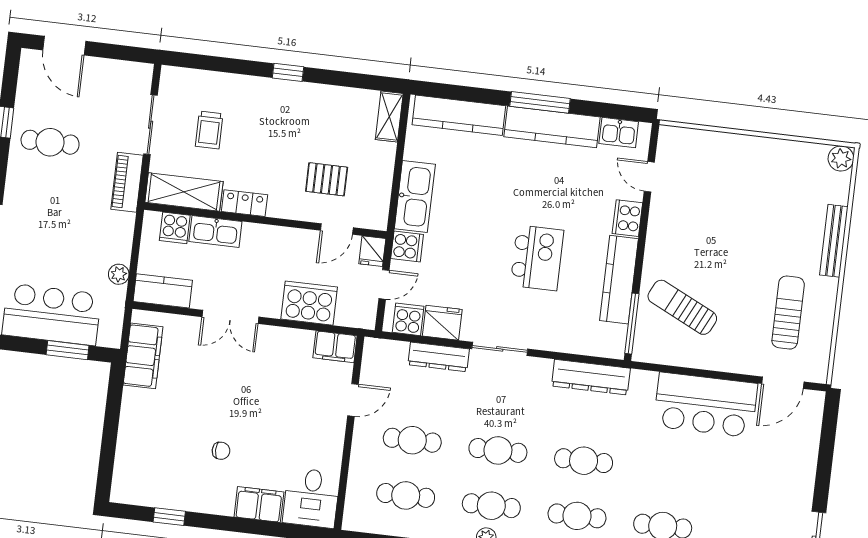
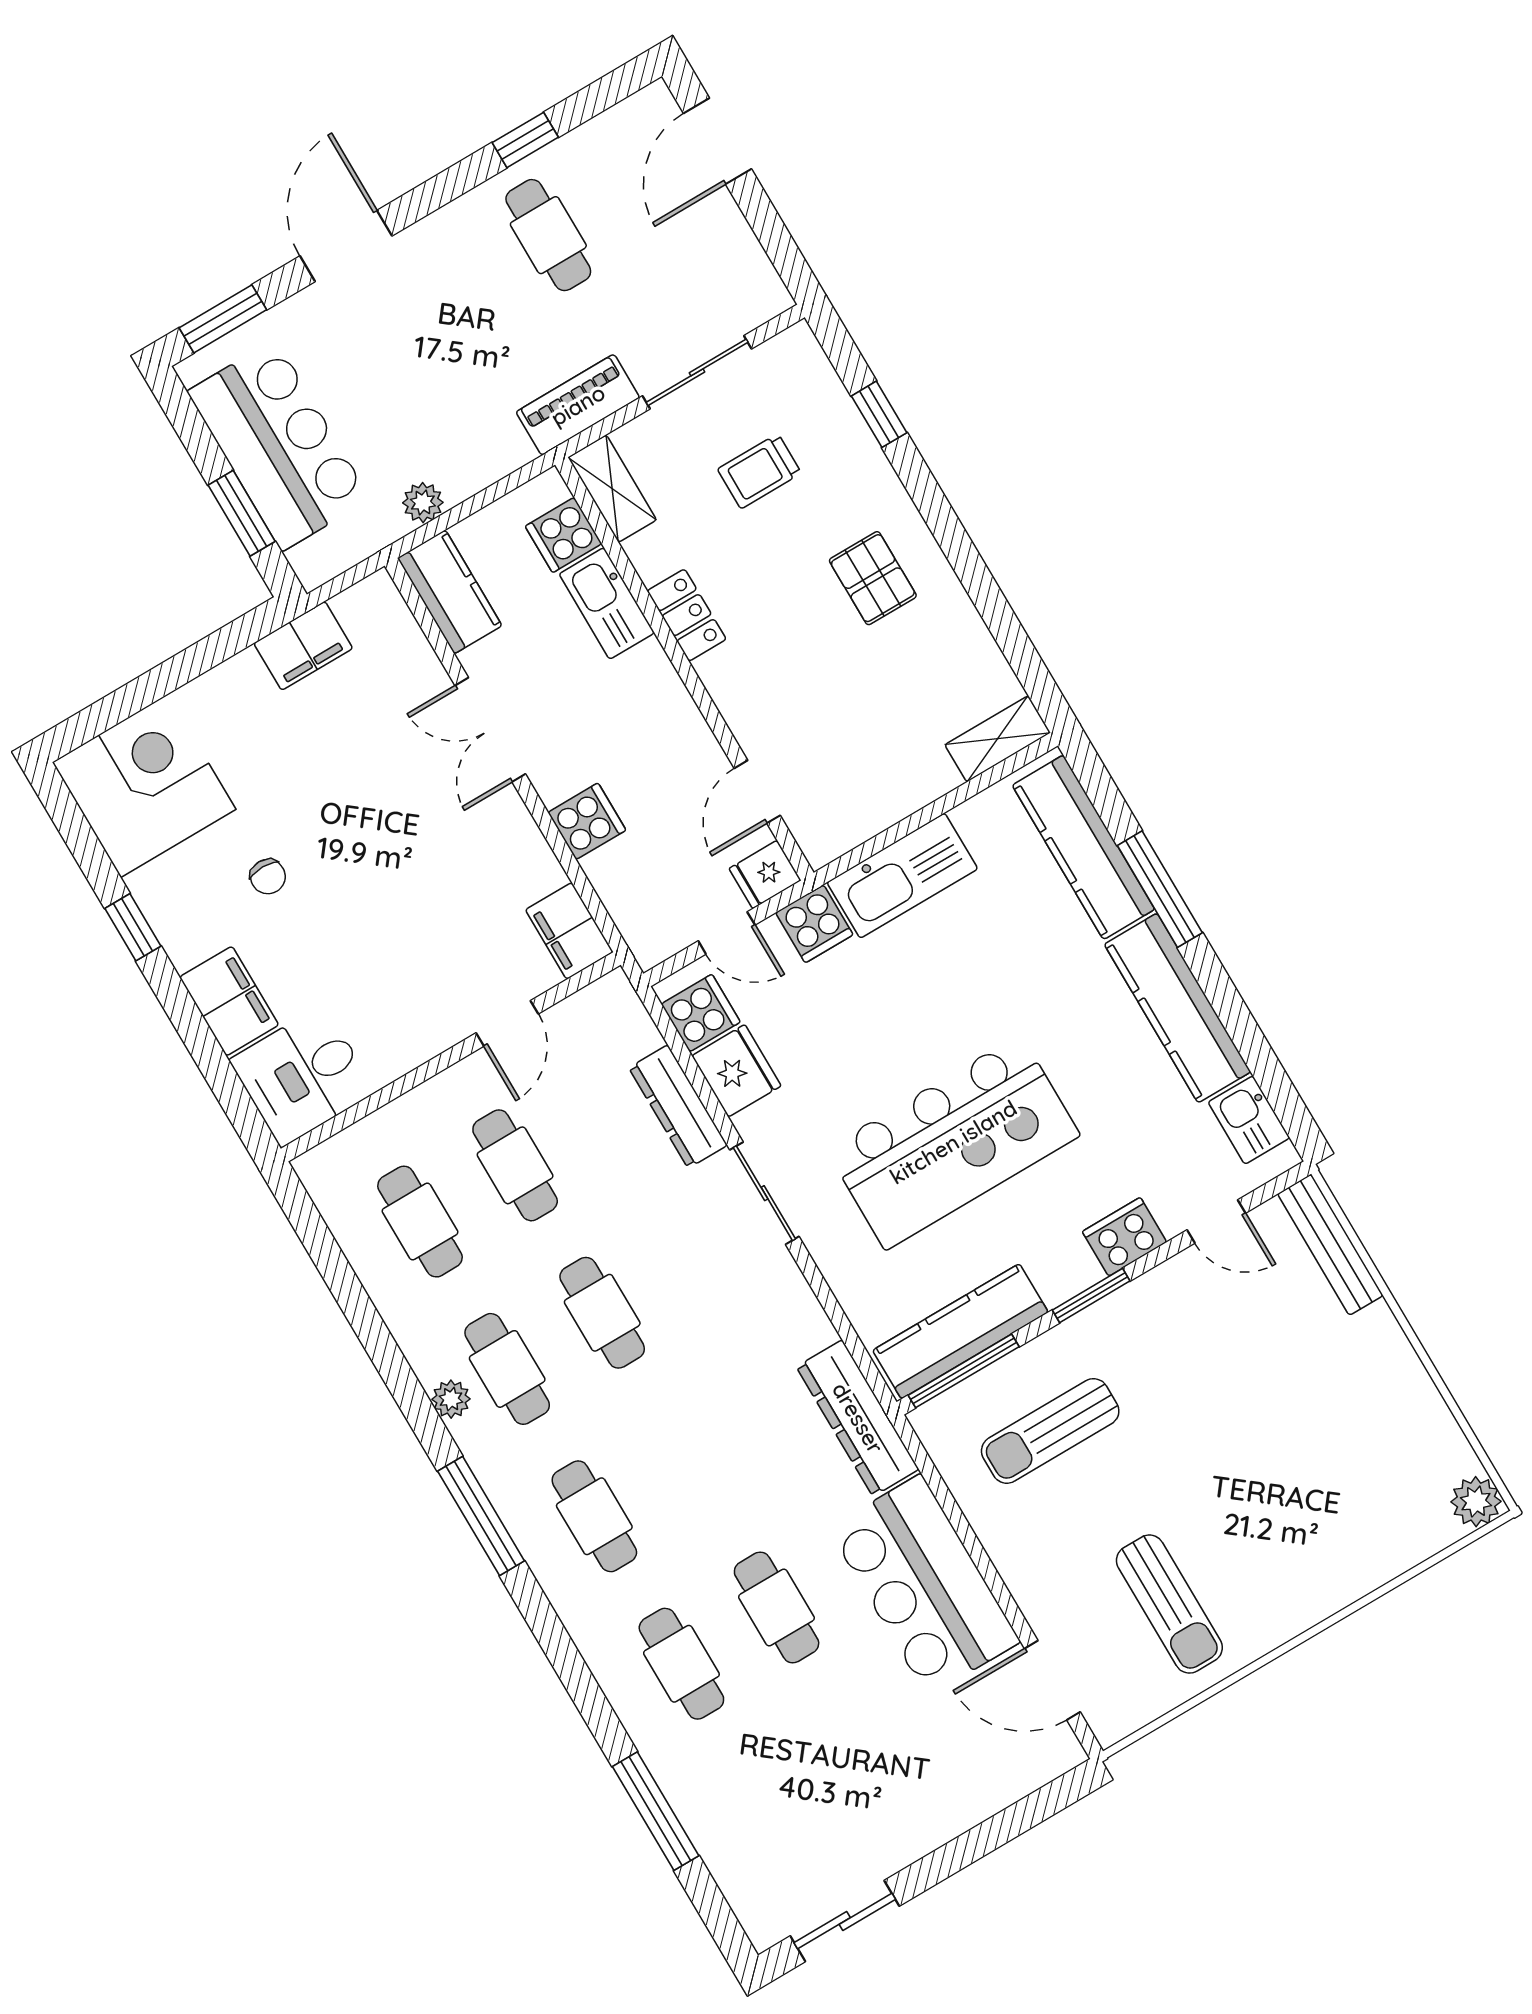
window: (288, 72) -> (879, 414), moved
window: (540, 102) -> (1160, 889), moved
door: (649, 177) -> (1216, 1221), swing flipped
pallet: (327, 179) -> (873, 578), moved
shelving: (184, 192) -> (612, 489), width x0.67, depth x0.75
door: (337, 229) -> (757, 792), hinge flipped
bench: (834, 241) -> (1330, 1245), moved, turned 90
window: (641, 249) -> (1091, 1295), added
kitchen island: (537, 258) -> (953, 1142), width x1.87, depth x1.28
kitchen counter: (619, 280) -> (960, 1331), moved
cooker: (309, 303) -> (587, 821), width x0.53, depth x0.76
sun lounger: (682, 307) -> (1050, 1431), turned -116
sun lounger: (788, 313) -> (1169, 1604), turned 90
filing cabinet: (143, 356) -> (303, 646), width x0.67, depth x0.86
dresser: (591, 377) -> (858, 1418), moved
door: (353, 400) -> (507, 1023), hinge flipped
cafe table: (584, 461) -> (777, 1607), moved
corner desk: (147, 473) -> (144, 786), added
window: (169, 517) -> (133, 927), moved

